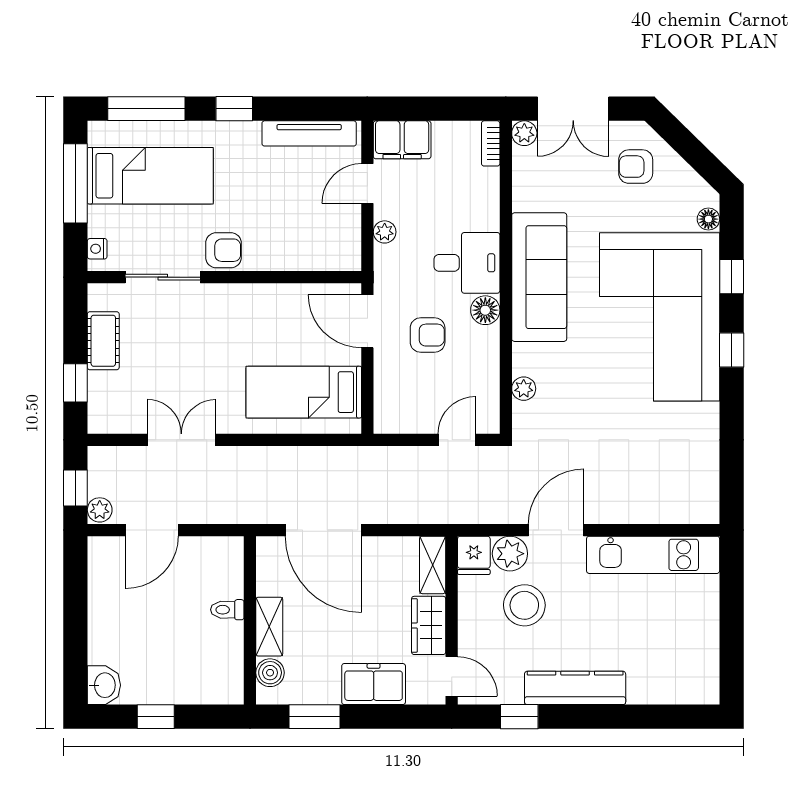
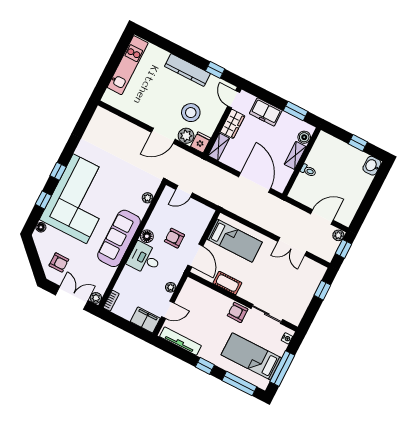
cot: (103, 341) -> (227, 283), moved, turned 90
kitchen unit: (653, 555) -> (128, 65), moved, turned 90

